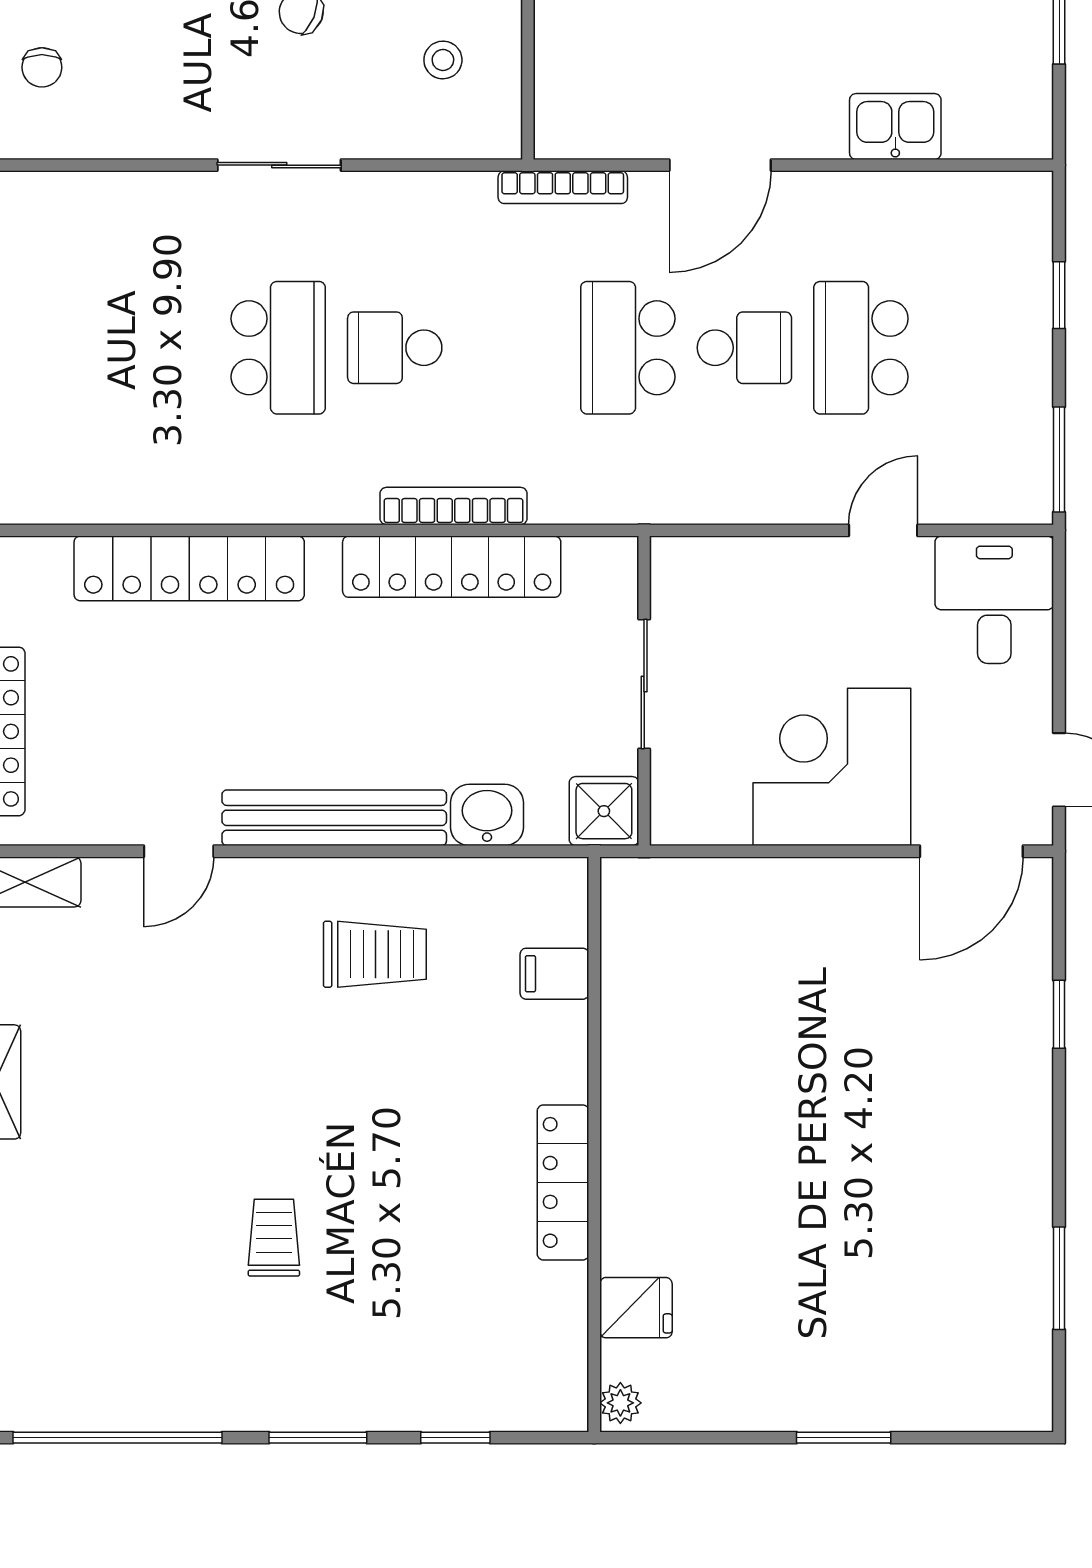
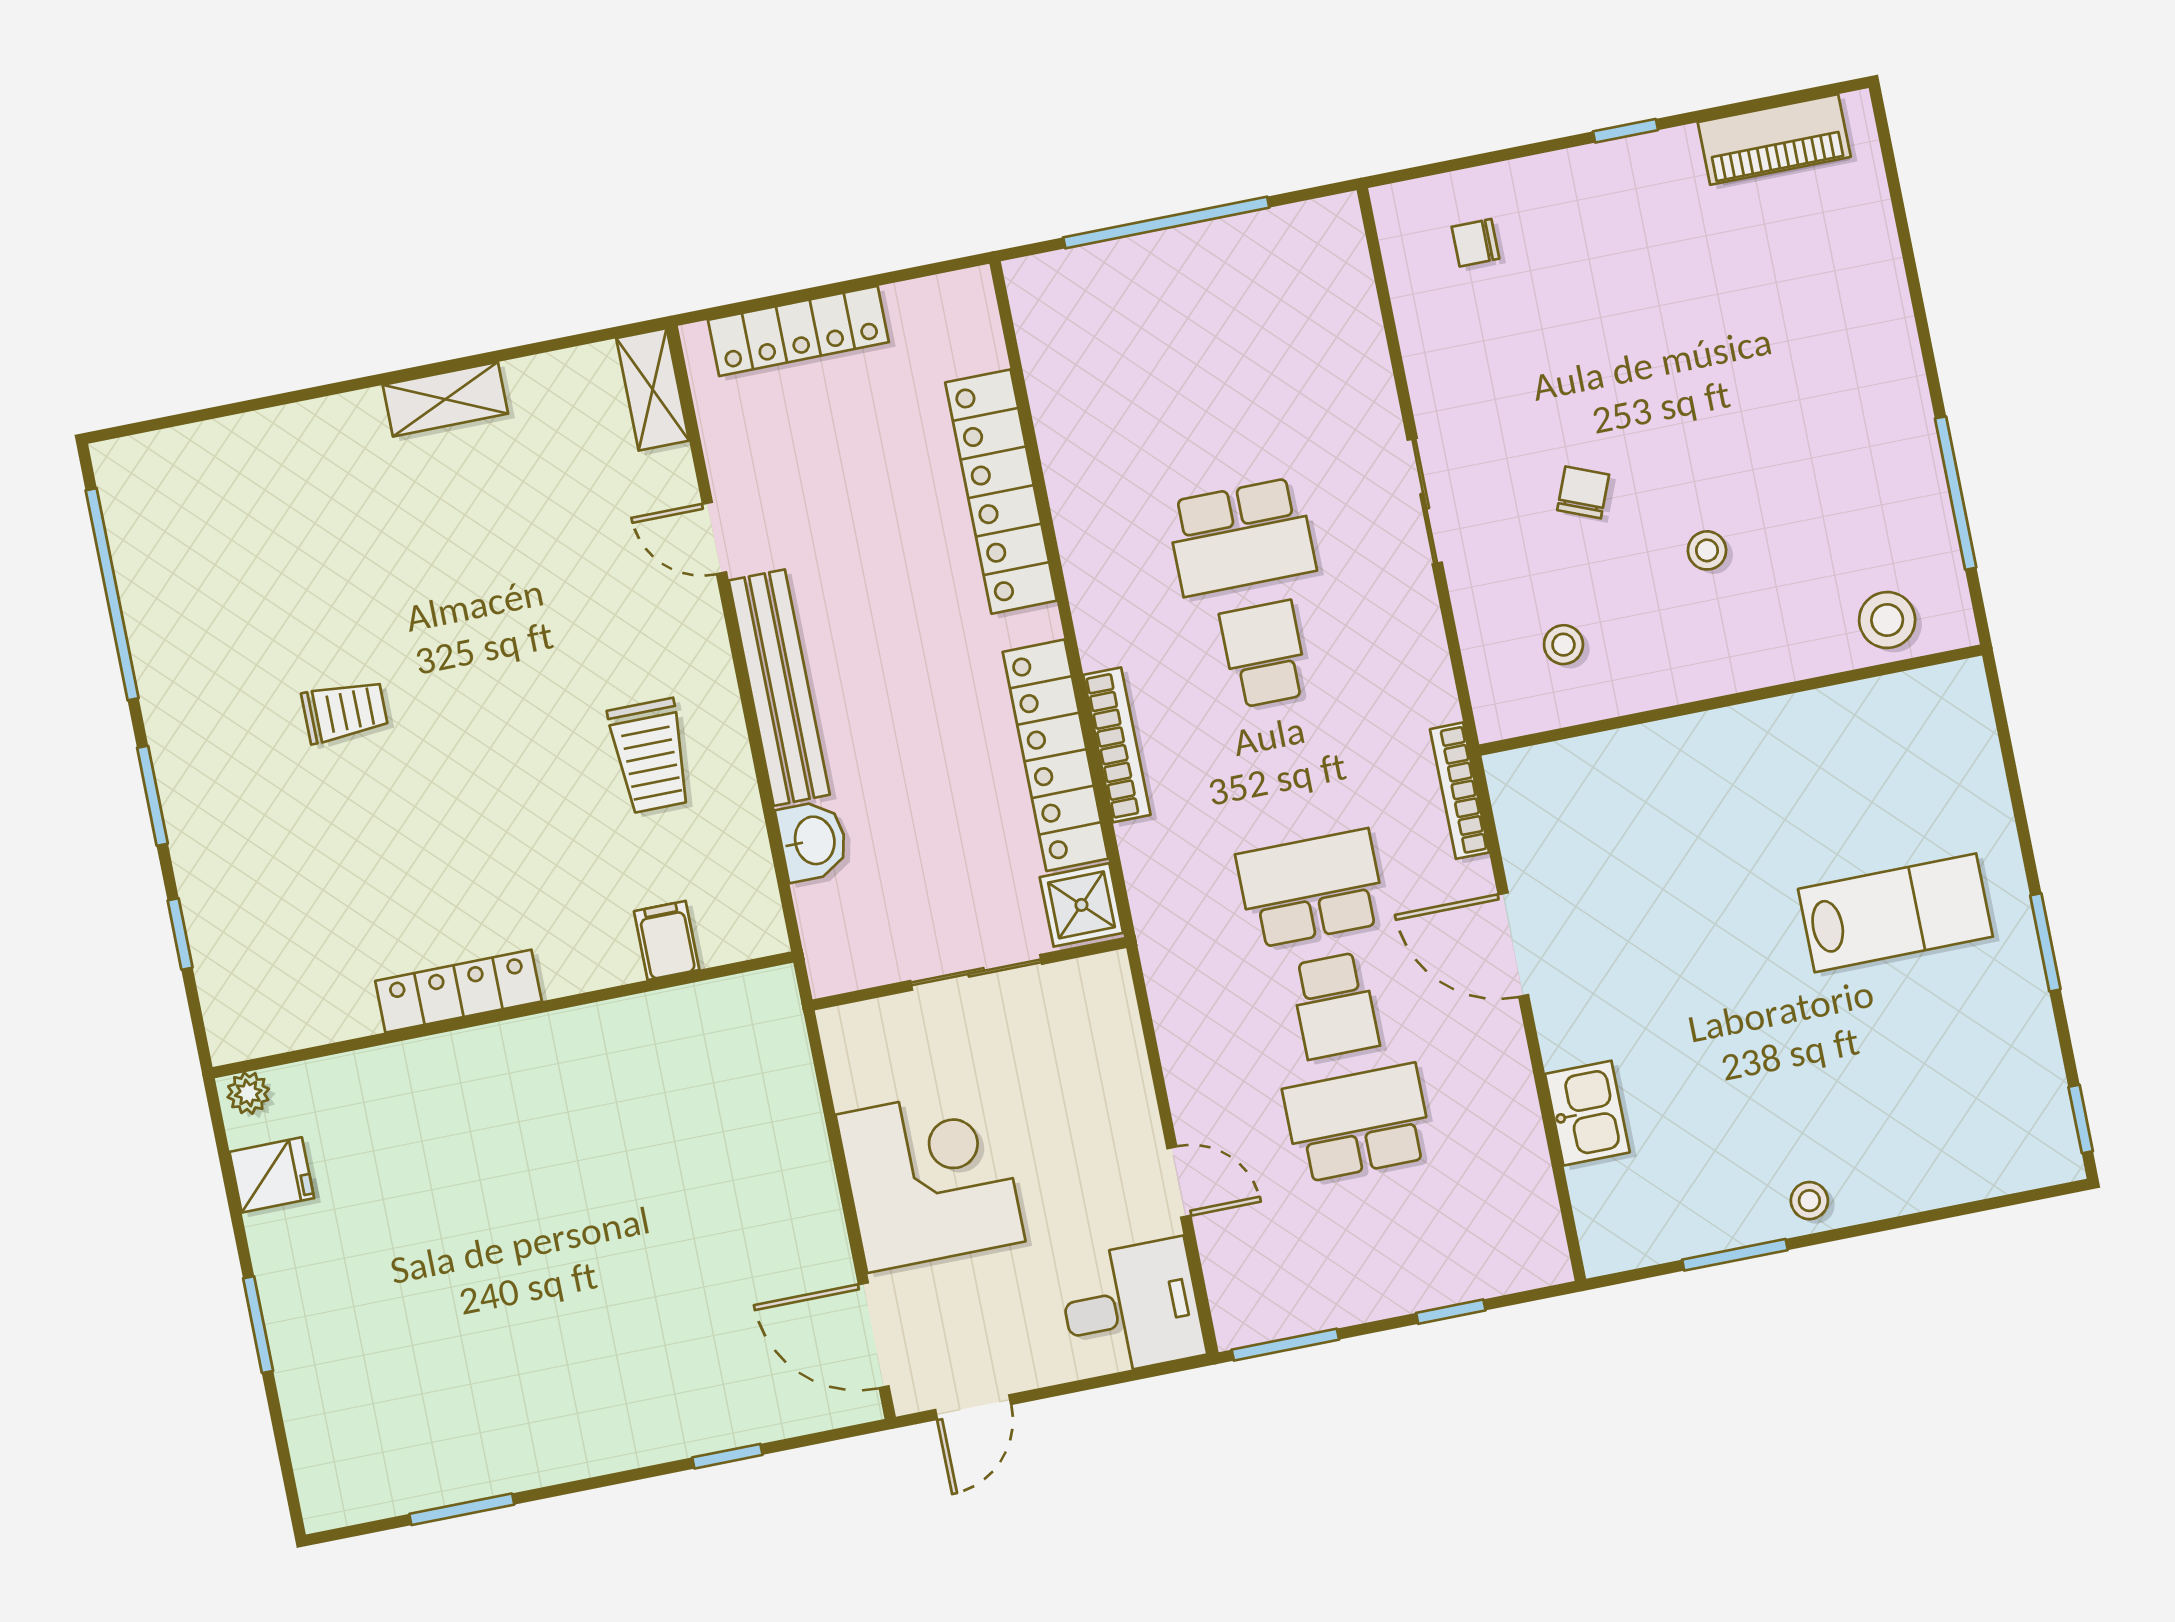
shower: (604, 811) -> (1081, 905), moved
fridge: (636, 1308) -> (272, 1175), moved, turned -90

